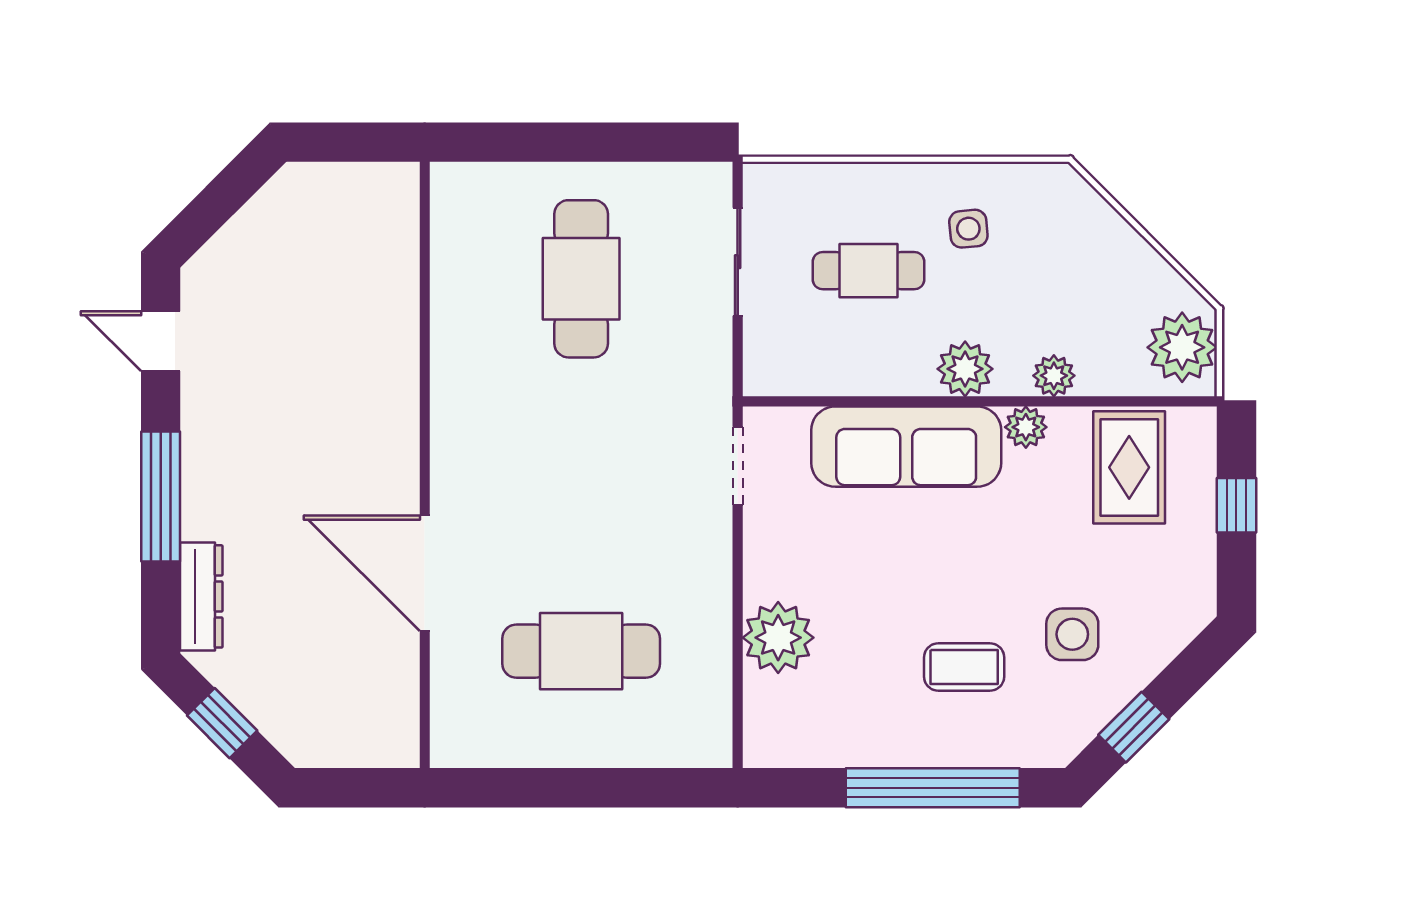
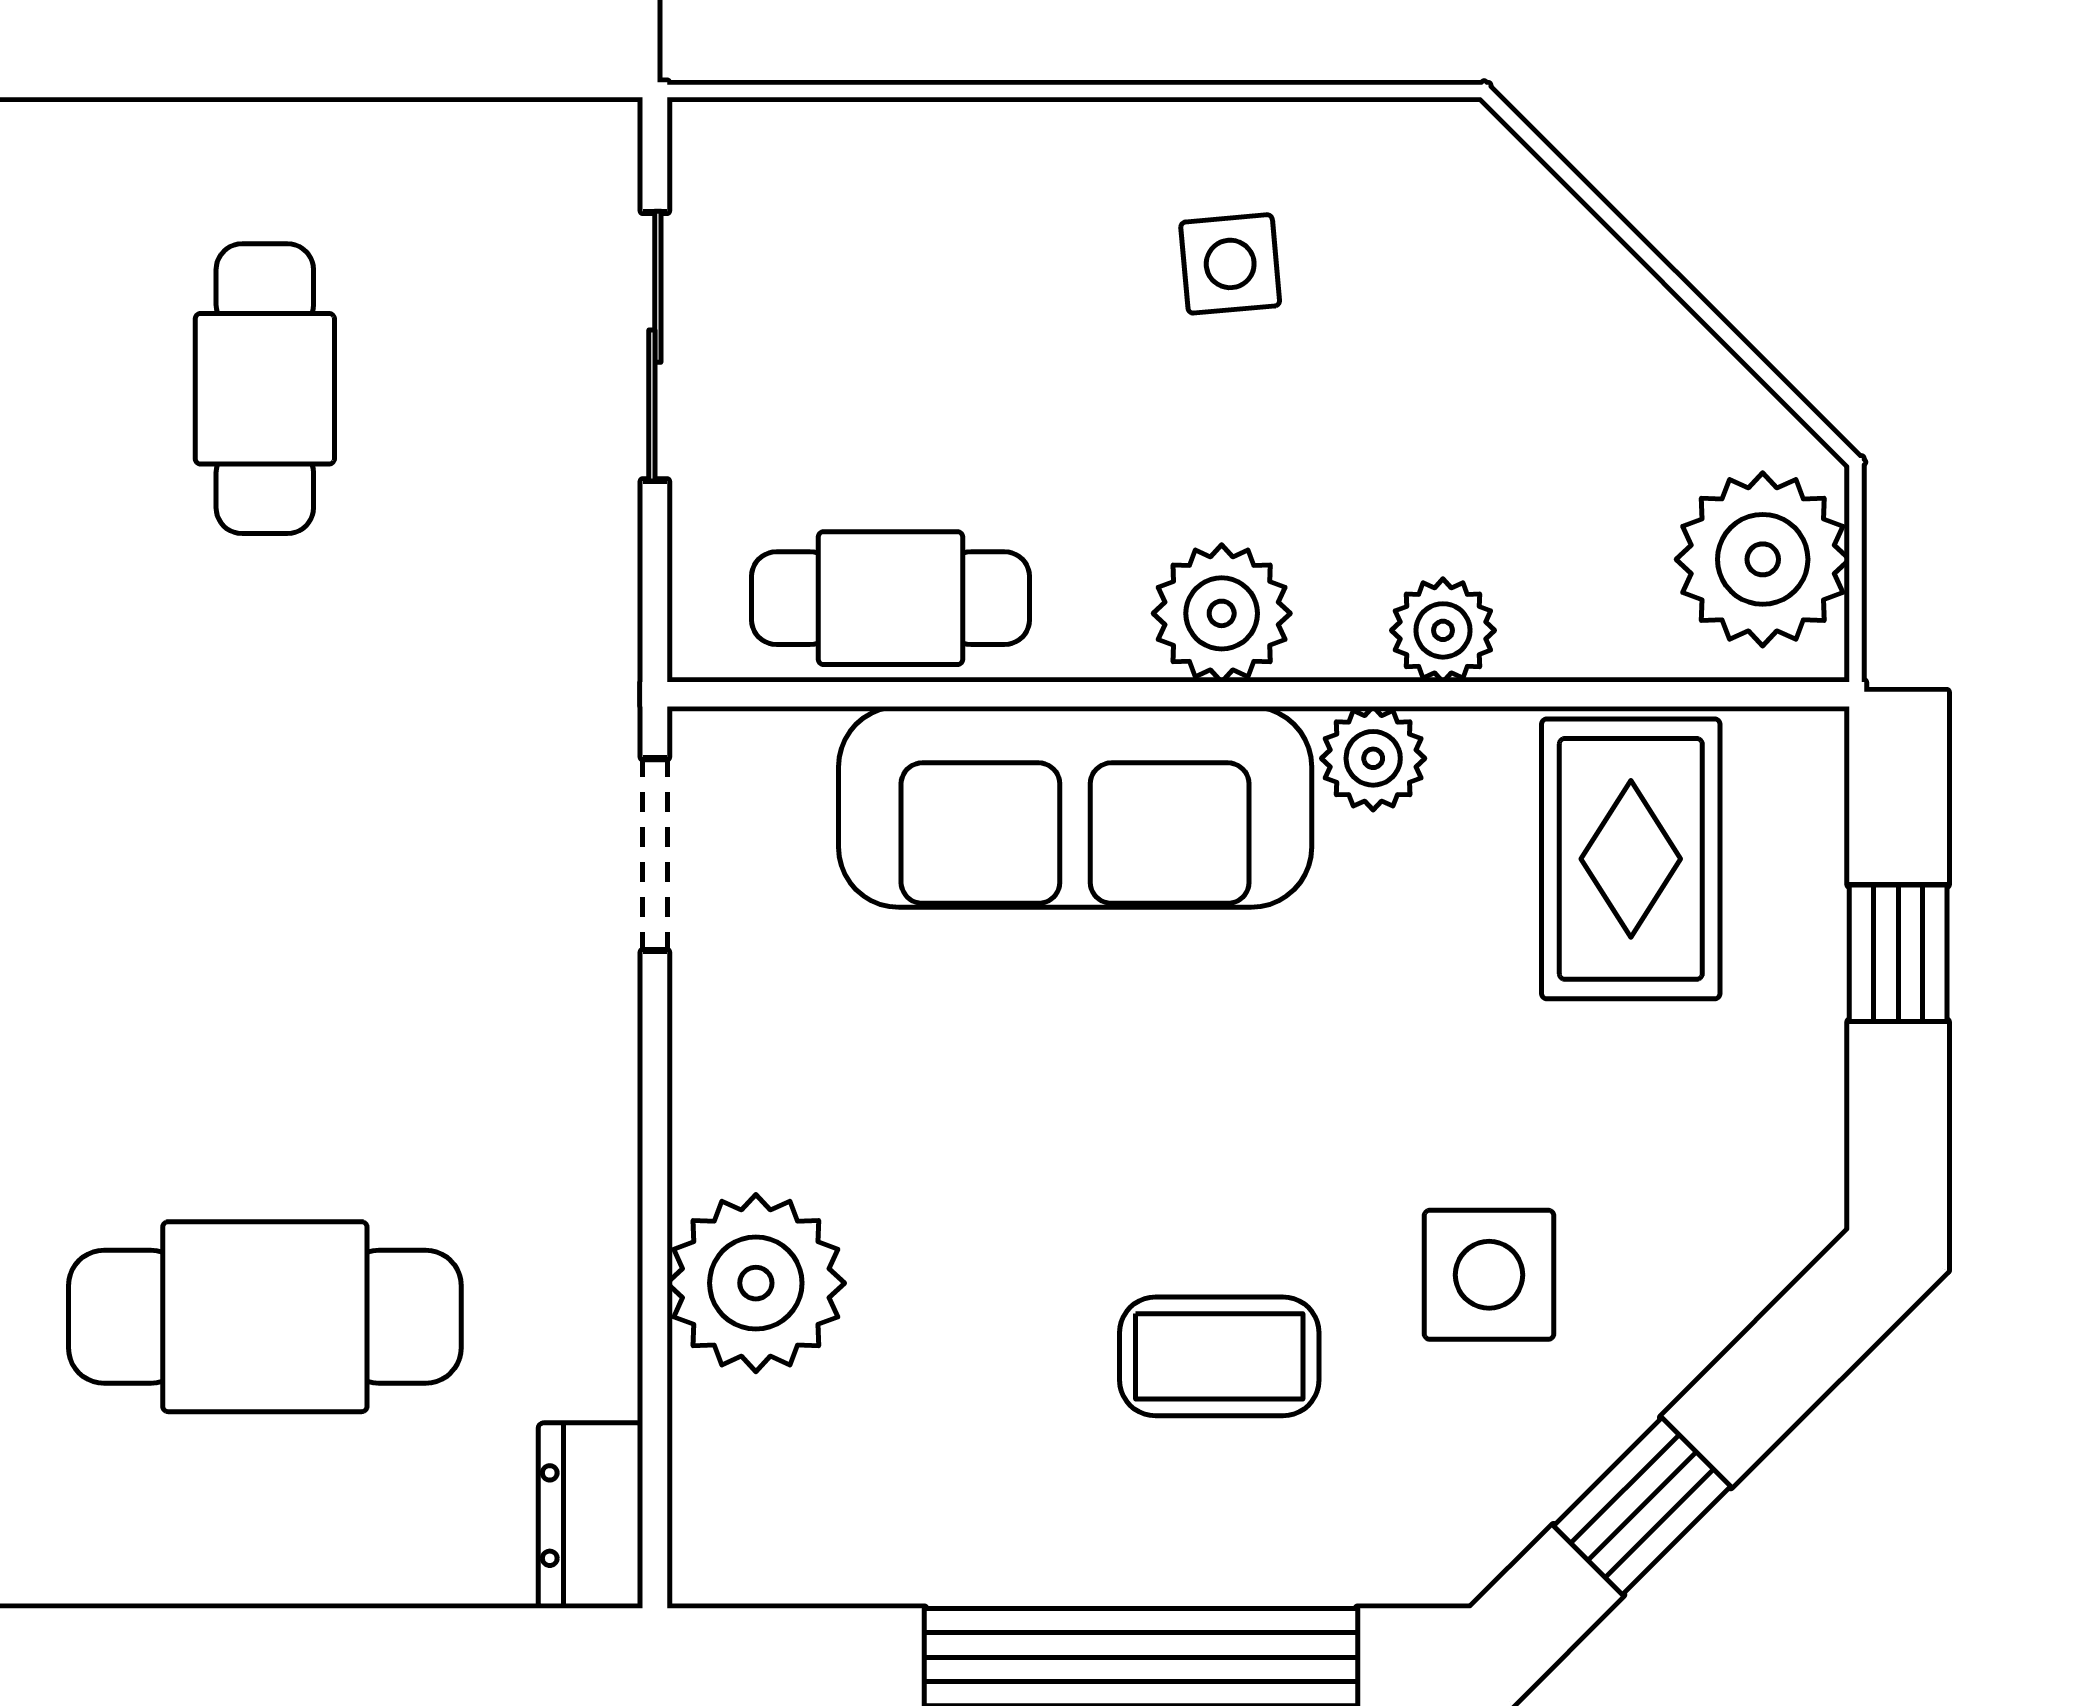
cafe table: (869, 271) -> (891, 598), moved
cafe table: (581, 279) -> (265, 389), width x0.73, depth x0.74
dresser: (712, 731) -> (590, 1516), added

